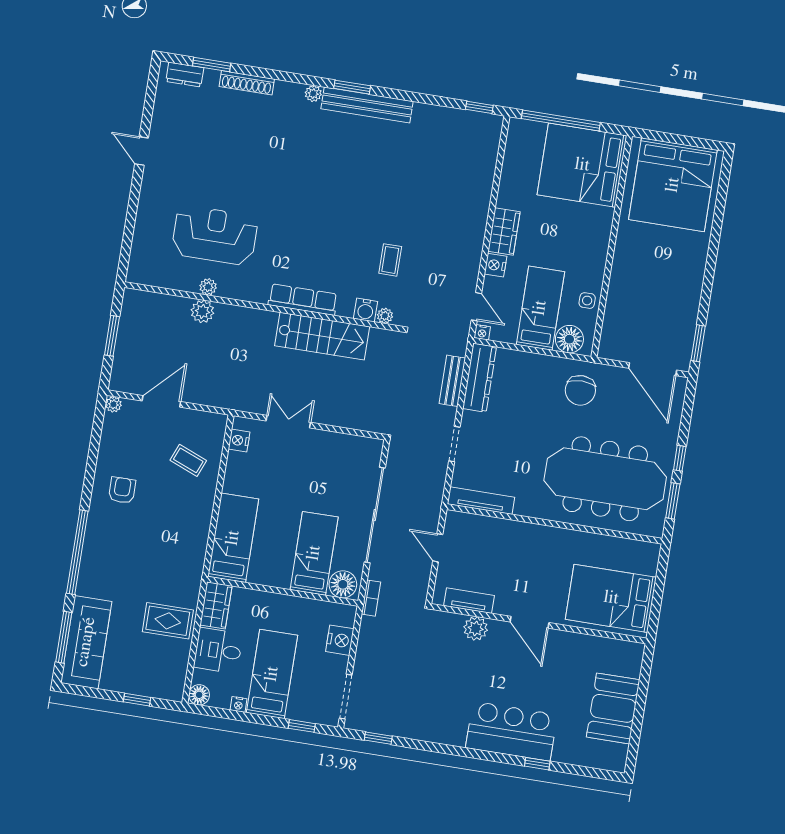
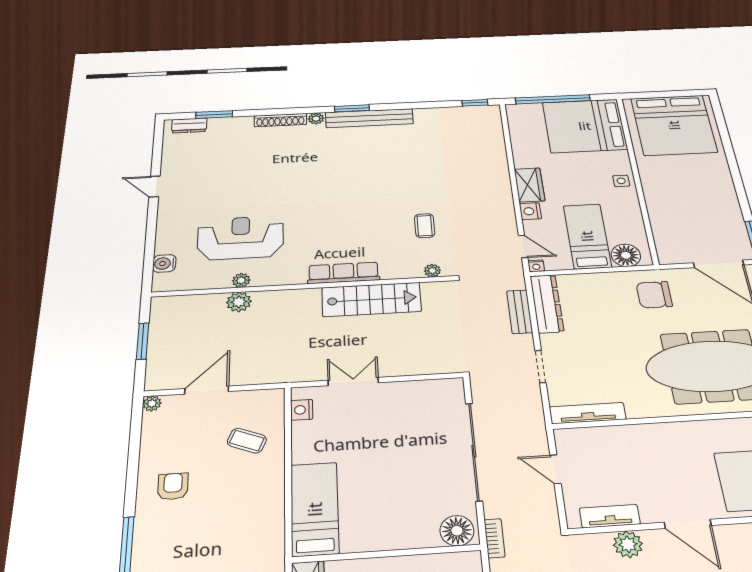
shoe rack: (247, 83) -> (280, 120), moved
side table: (587, 301) -> (621, 181), moved
water cooler: (366, 310) -> (164, 263), moved, turned 90
chair: (580, 390) -> (654, 295), turned 90
bed: (314, 553) -> (414, 505), removed

